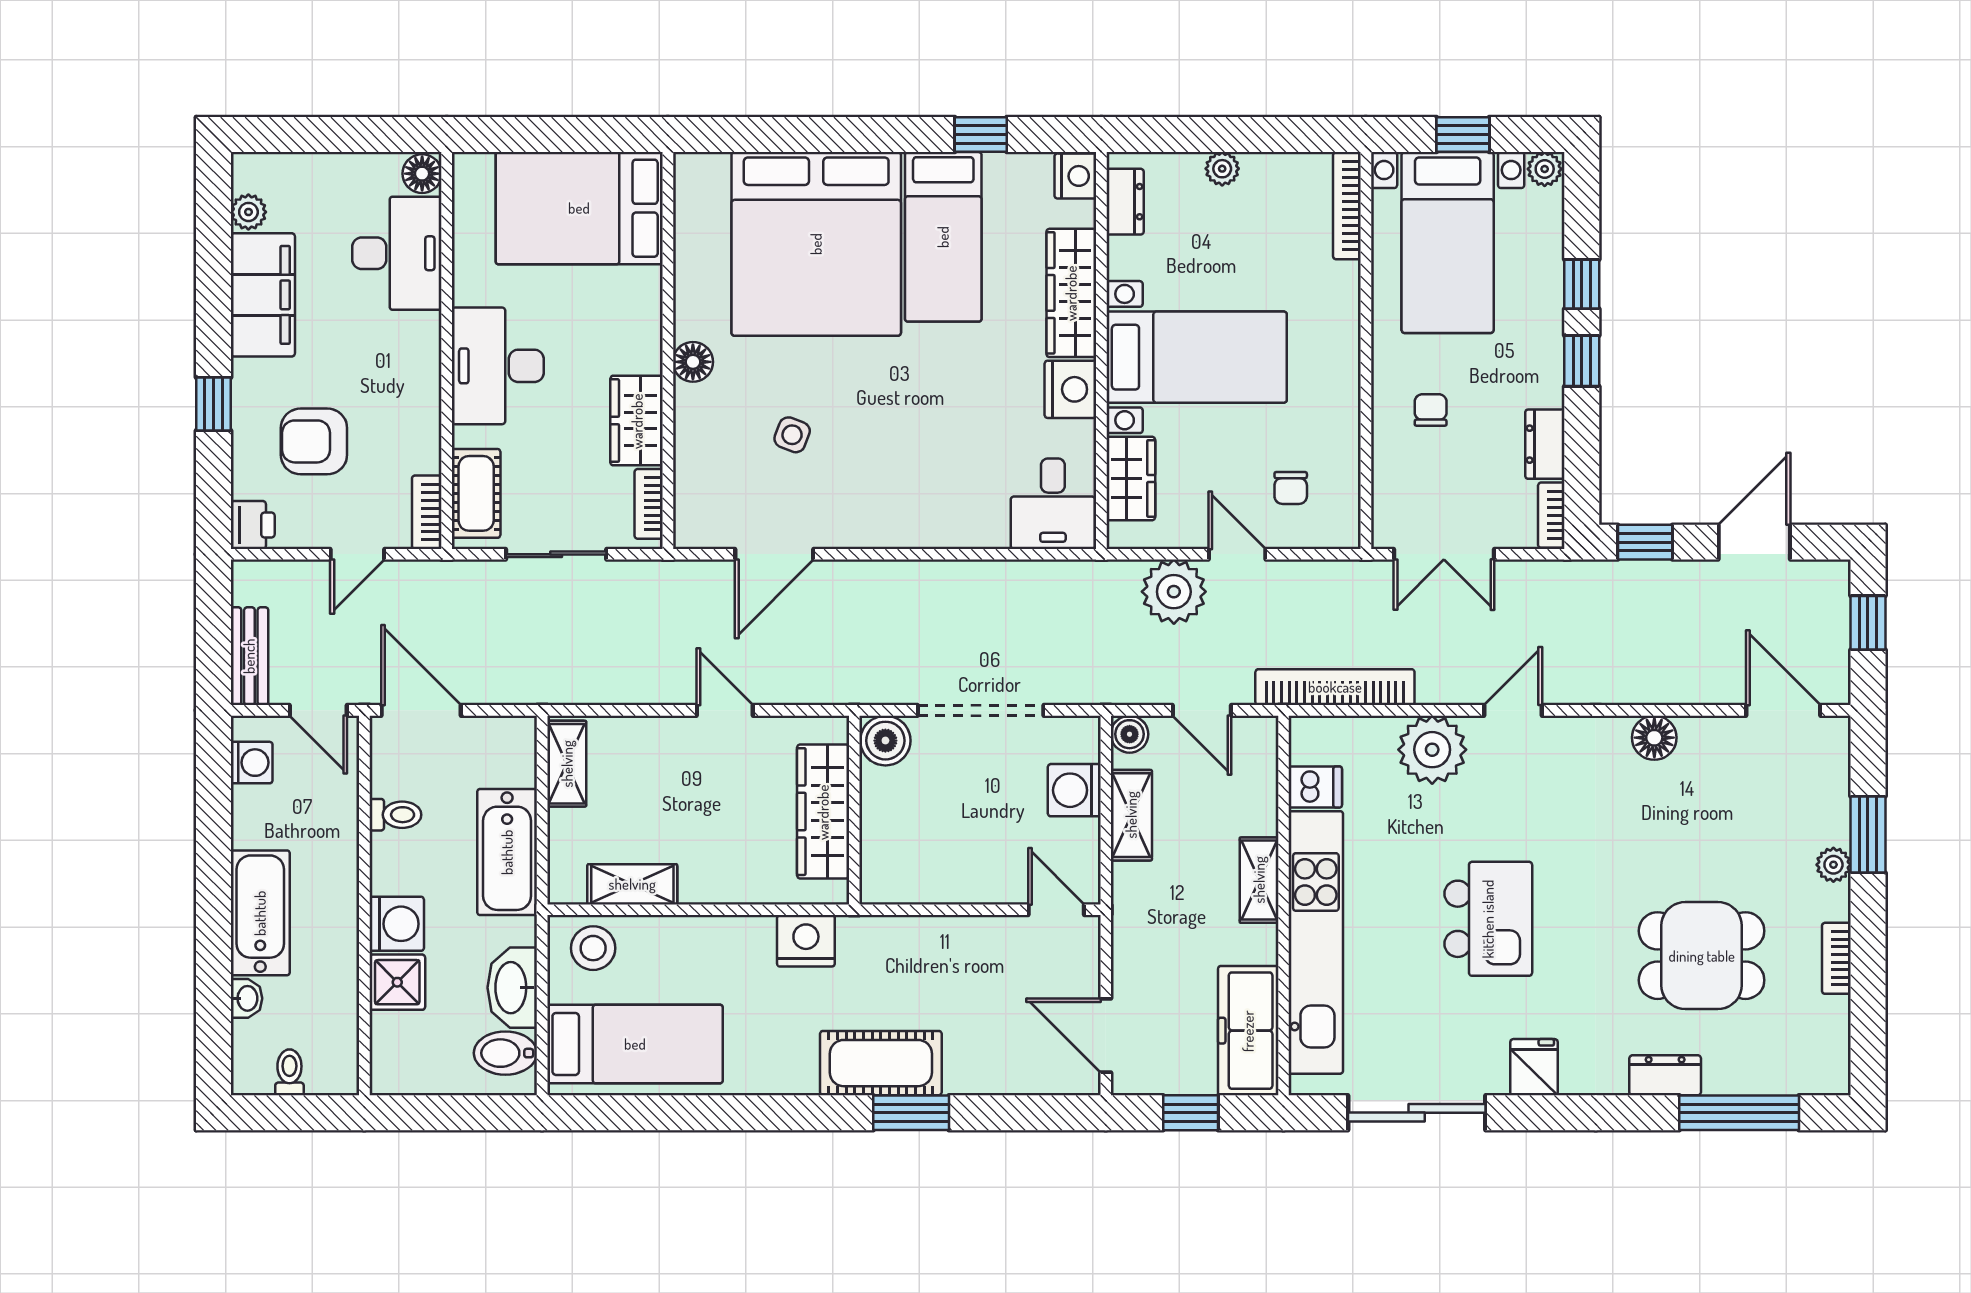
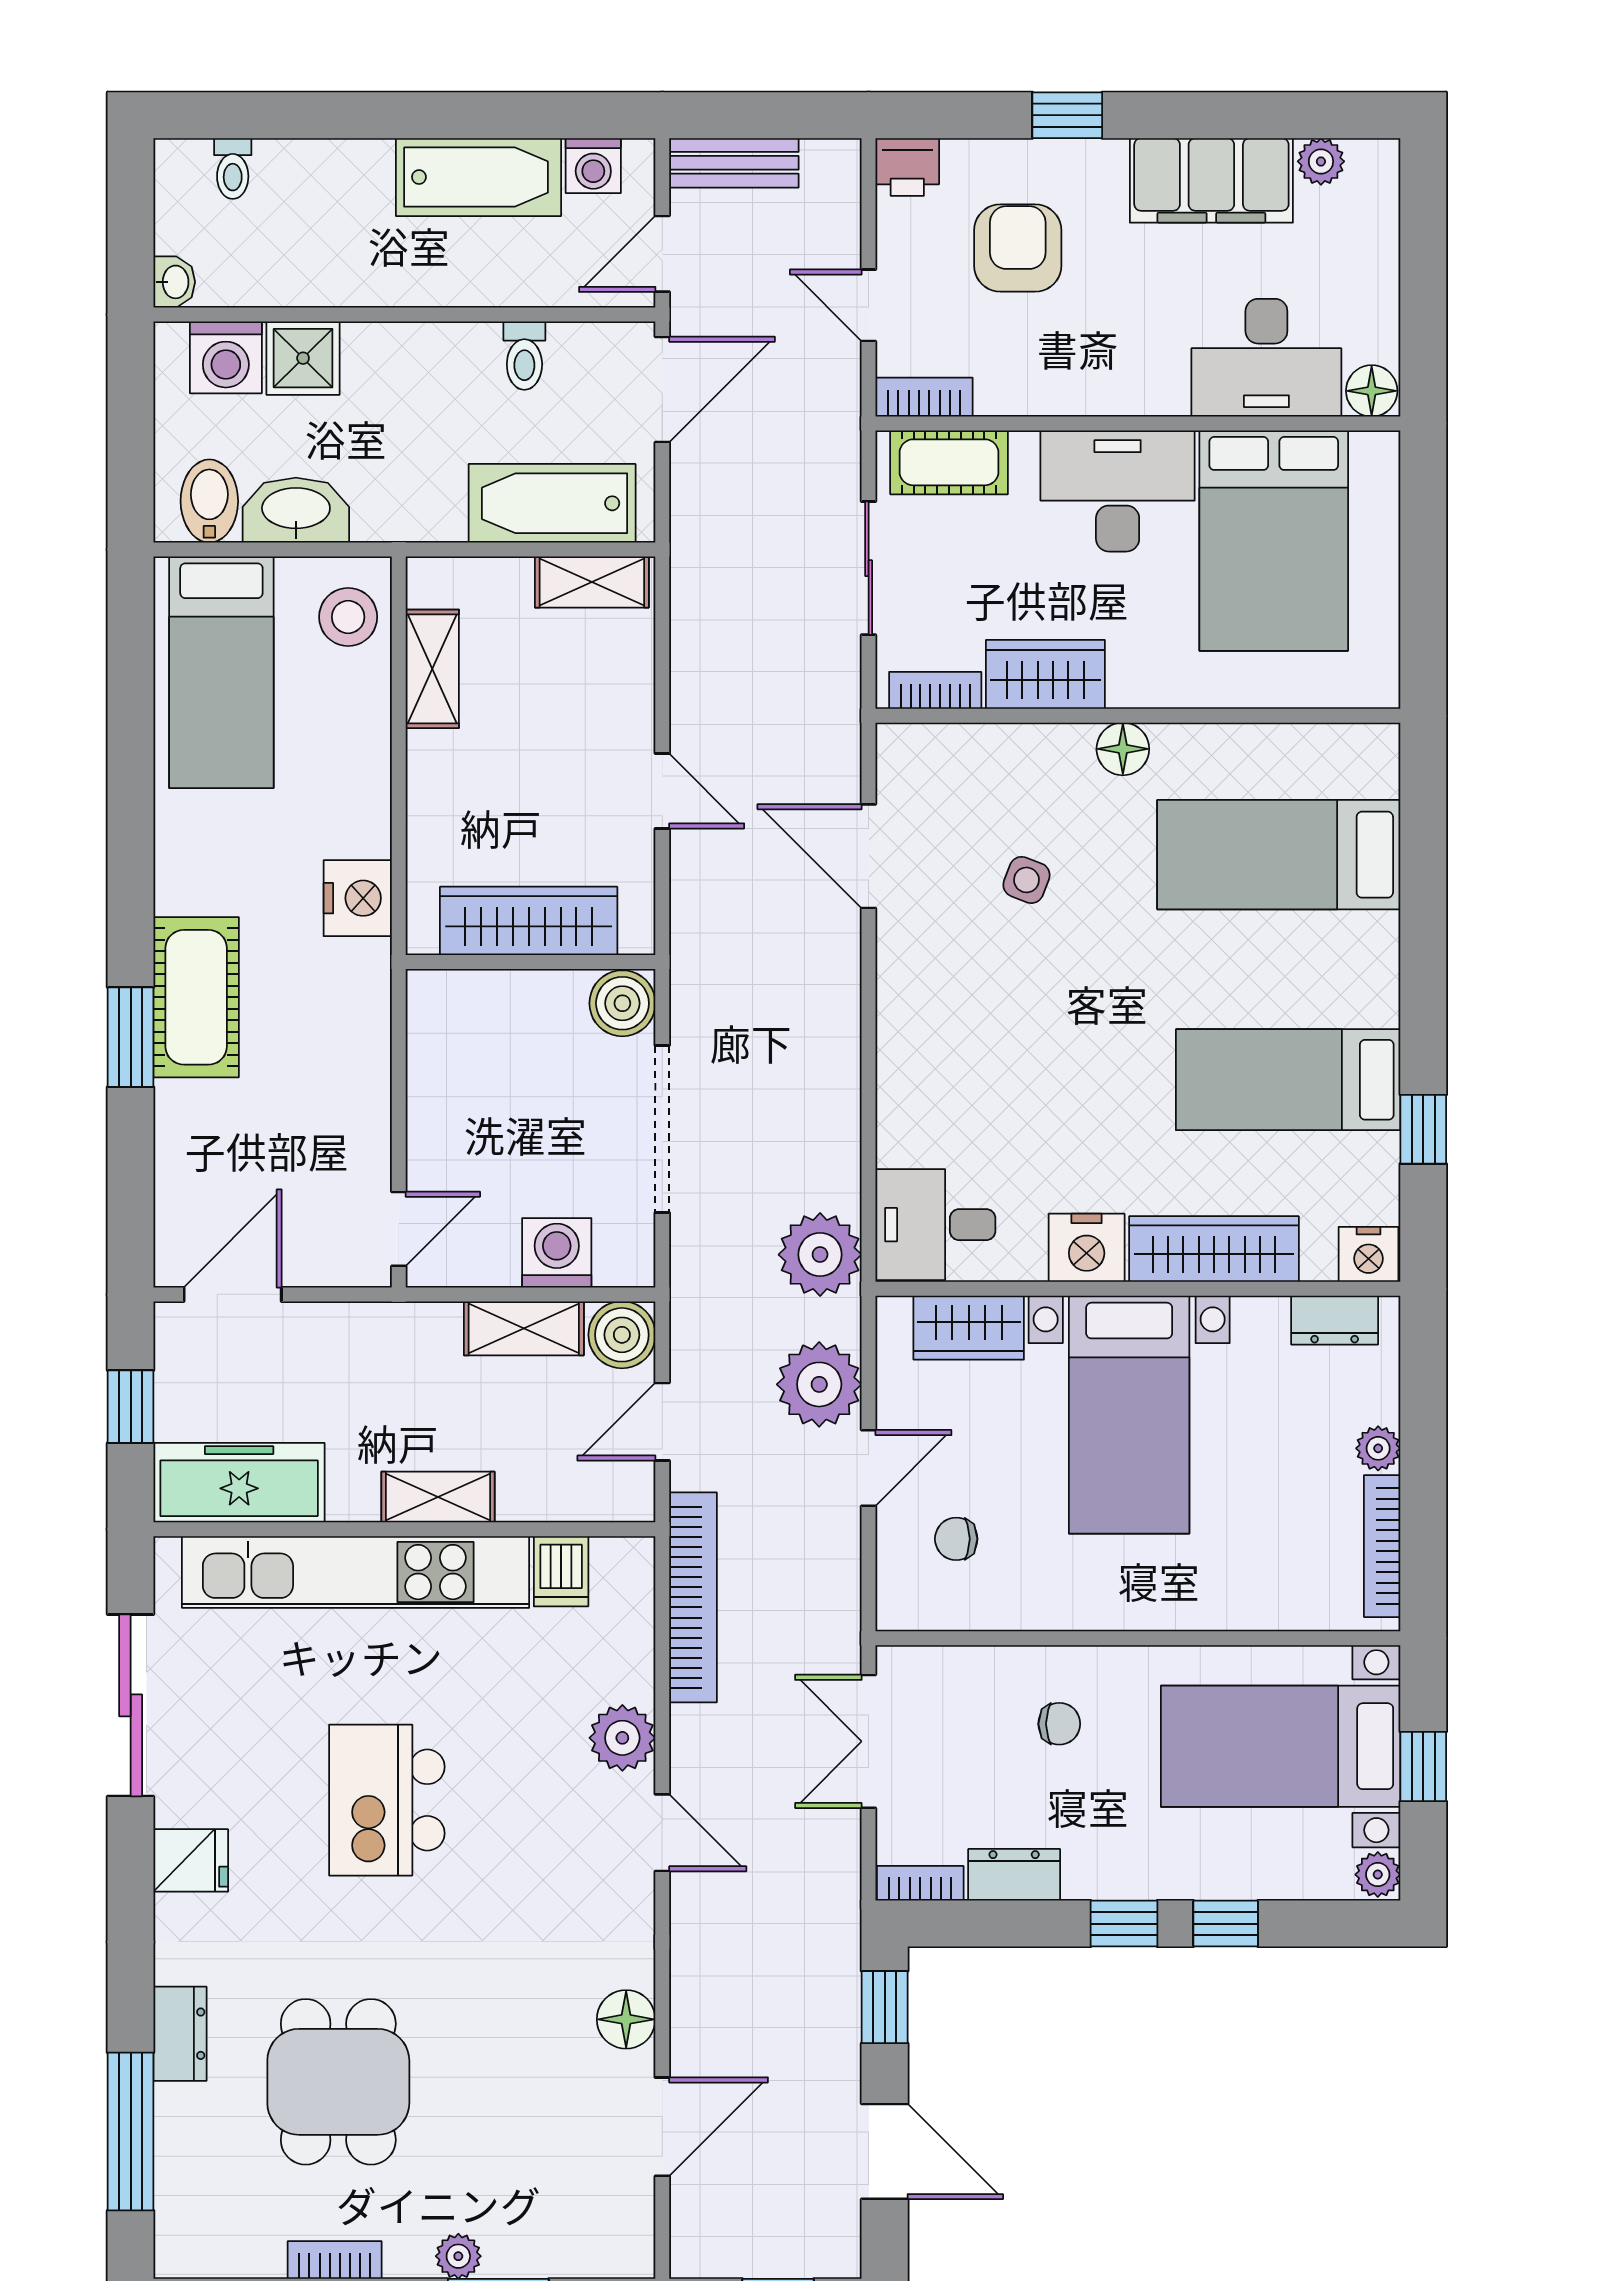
bookcase: (1347, 206) -> (1382, 1546), moved, turned -90
bed: (579, 208) -> (1274, 541), moved, turned 180
bed: (816, 244) -> (1279, 855), width x0.49
plant: (1076, 591) -> (820, 1255), added
door: (725, 710) -> (662, 791), hinge flipped
door: (1783, 710) -> (662, 2127), moved
boiler: (1130, 734) -> (622, 1335), width x1.36, depth x1.36
plant: (1432, 750) -> (622, 1738), width x0.73, depth x0.73
bathtub: (507, 852) -> (552, 503), moved
bathtub: (260, 913) -> (478, 177), moved
kitchen island: (1488, 919) -> (387, 1800), turned 90
washing machine: (397, 924) -> (226, 357), moved
washbasin: (247, 998) -> (174, 282), moved, turned -90
toilet: (289, 1072) -> (233, 169), moved, turned 90

